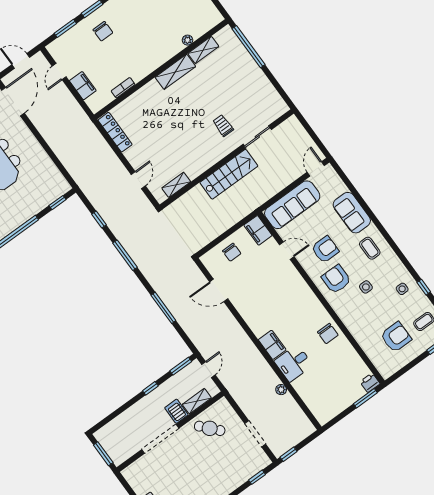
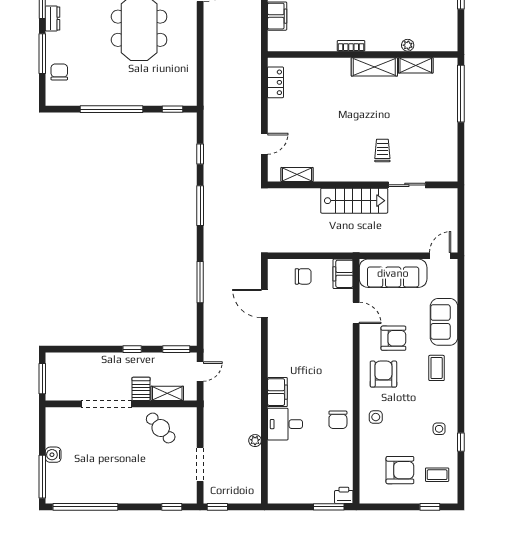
bookcase: (123, 88) -> (351, 46), moved
locker: (115, 132) -> (275, 82), width x0.66
chair: (232, 252) -> (303, 276), turned -90
side table: (366, 287) -> (376, 417), moved

